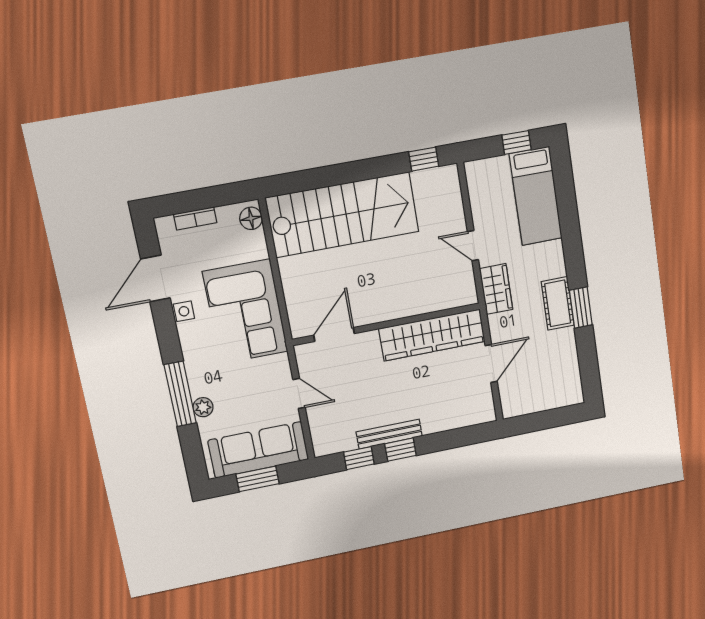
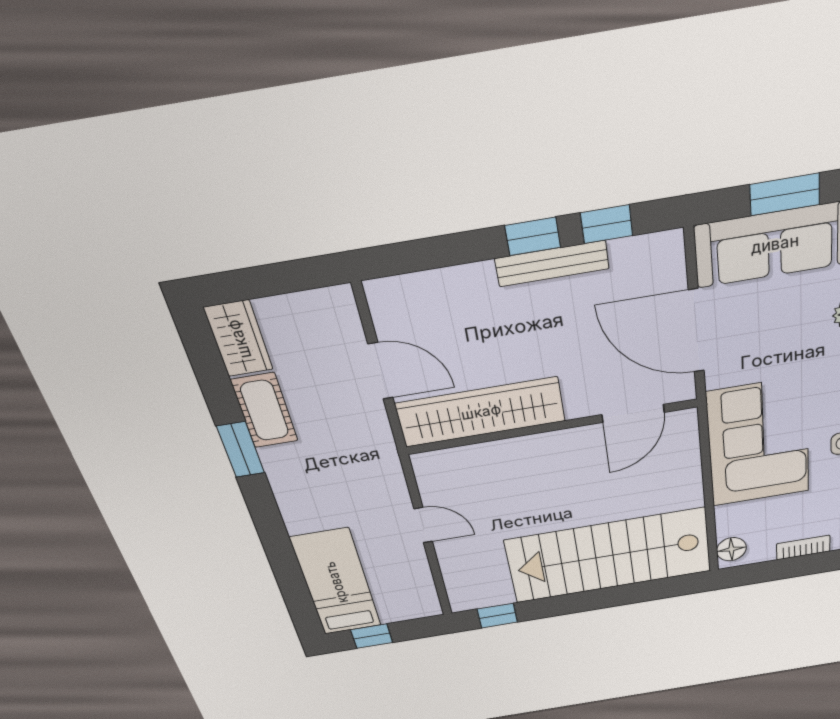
wardrobe: (496, 289) -> (239, 339), moved, turned 180
cot: (558, 303) -> (264, 410), moved
door: (491, 364) -> (381, 371), swing flipped
door: (299, 393) -> (696, 331), width x1.87

